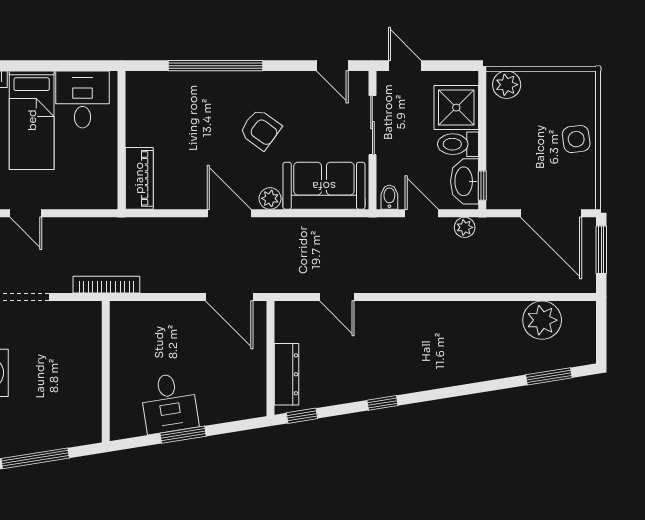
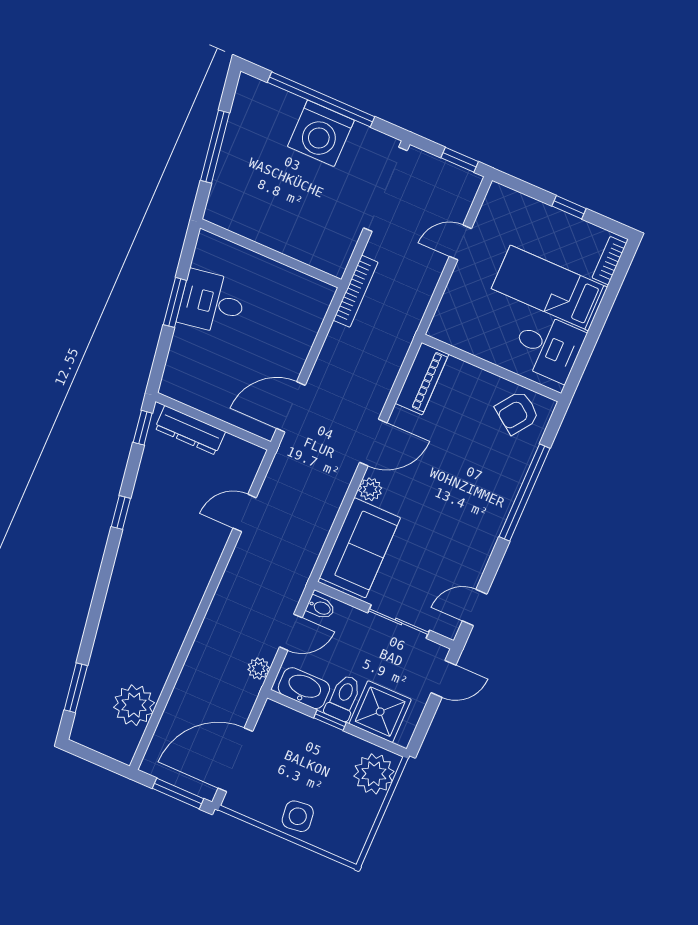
plant: (507, 85) -> (374, 774), width x1.36, depth x1.36
armchair: (260, 130) -> (517, 413), moved
piano: (139, 178) -> (422, 379), moved, turned -90
window: (482, 186) -> (330, 720), moved

